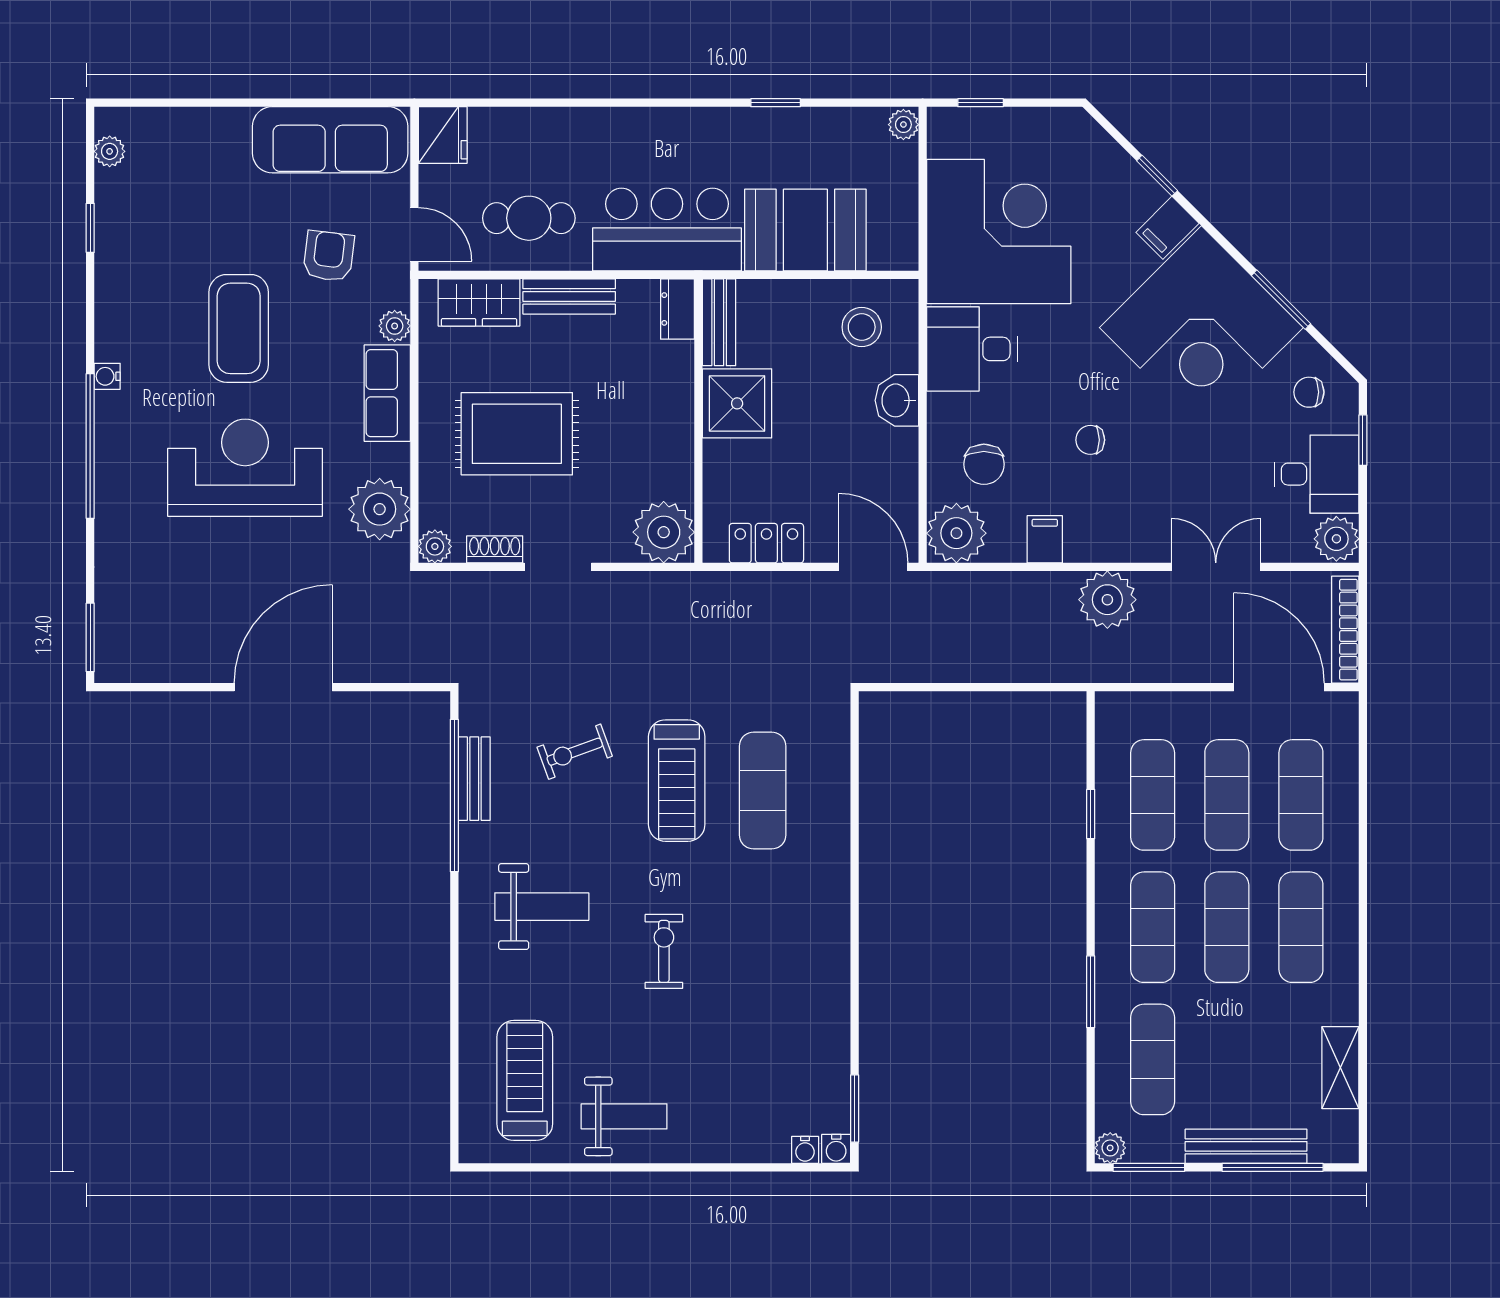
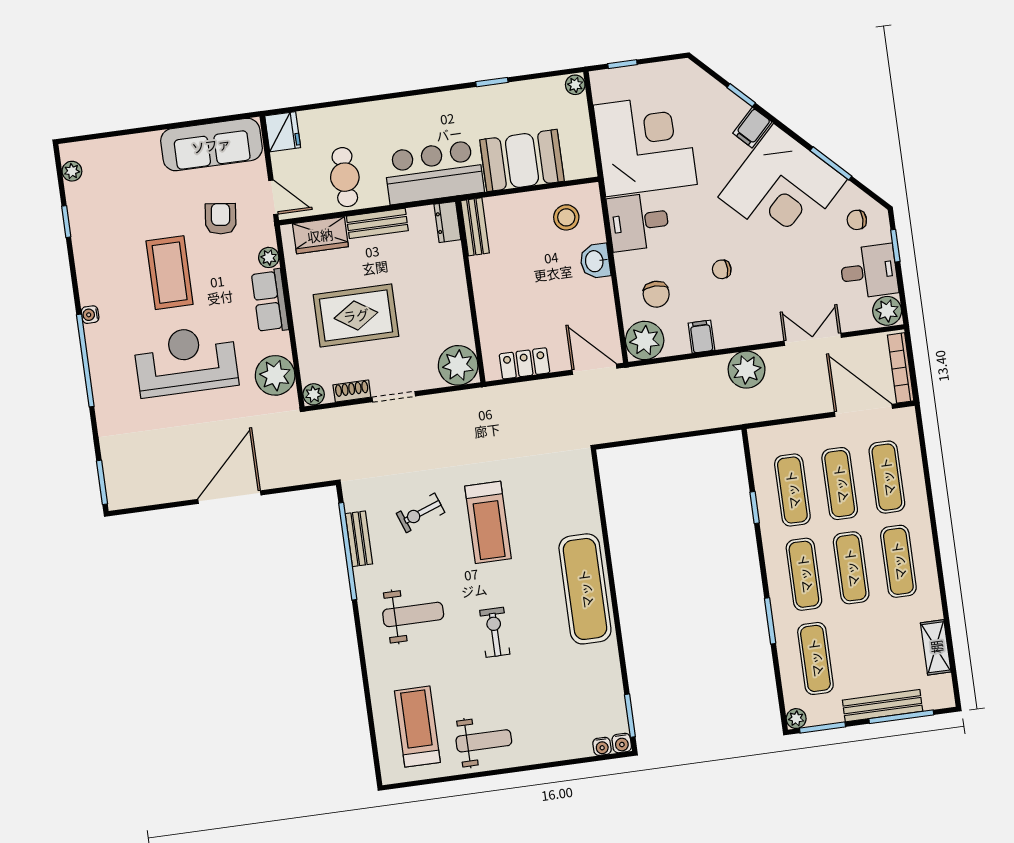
cafe table: (529, 218) -> (345, 177), turned 90
shower: (737, 403) -> (494, 277), removed
exercise mat: (763, 791) -> (585, 589), moved, width x1.36, depth x1.45

